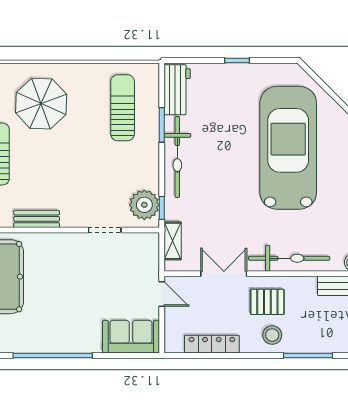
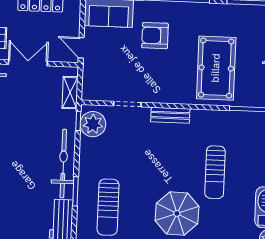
bench: (37, 219) -> (170, 115), moved
double door: (224, 274) -> (28, 63), swing flipped
armchair: (75, 312) -> (155, 36), added

